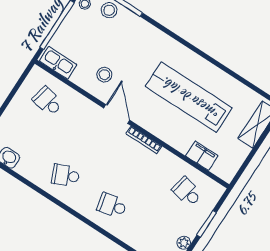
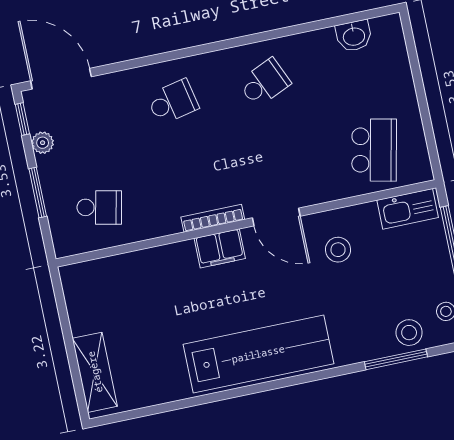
lab bench: (189, 97) -> (258, 354), moved
school desk: (48, 101) -> (374, 150), width x1.85
filing cabinet: (202, 156) -> (220, 248), moved

